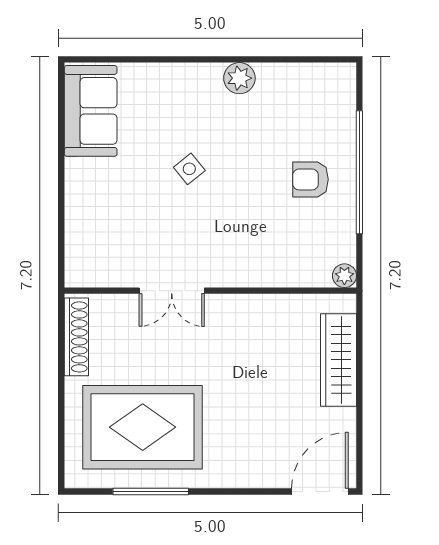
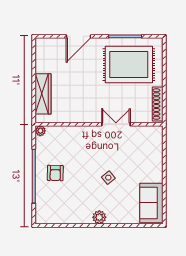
plant: (239, 78) -> (99, 217), moved
armchair: (310, 179) -> (55, 173), turned 91
door: (320, 491) -> (79, 36), moved

